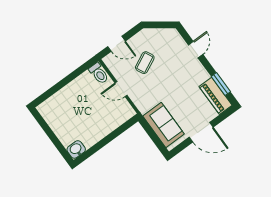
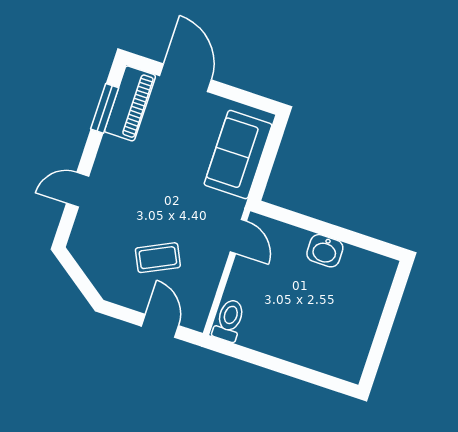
door: (121, 89) -> (238, 236), moved
door: (201, 132) -> (186, 78), moved
washbasin: (76, 149) -> (325, 251), moved

